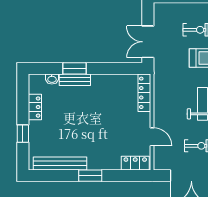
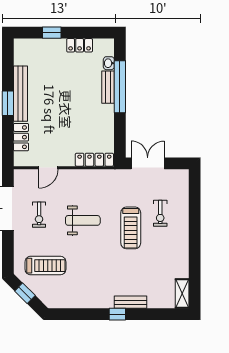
window: (74, 68) -> (120, 87), width x2.11
bench: (60, 163) -> (21, 94), moved
locker: (135, 163) -> (21, 137), moved

